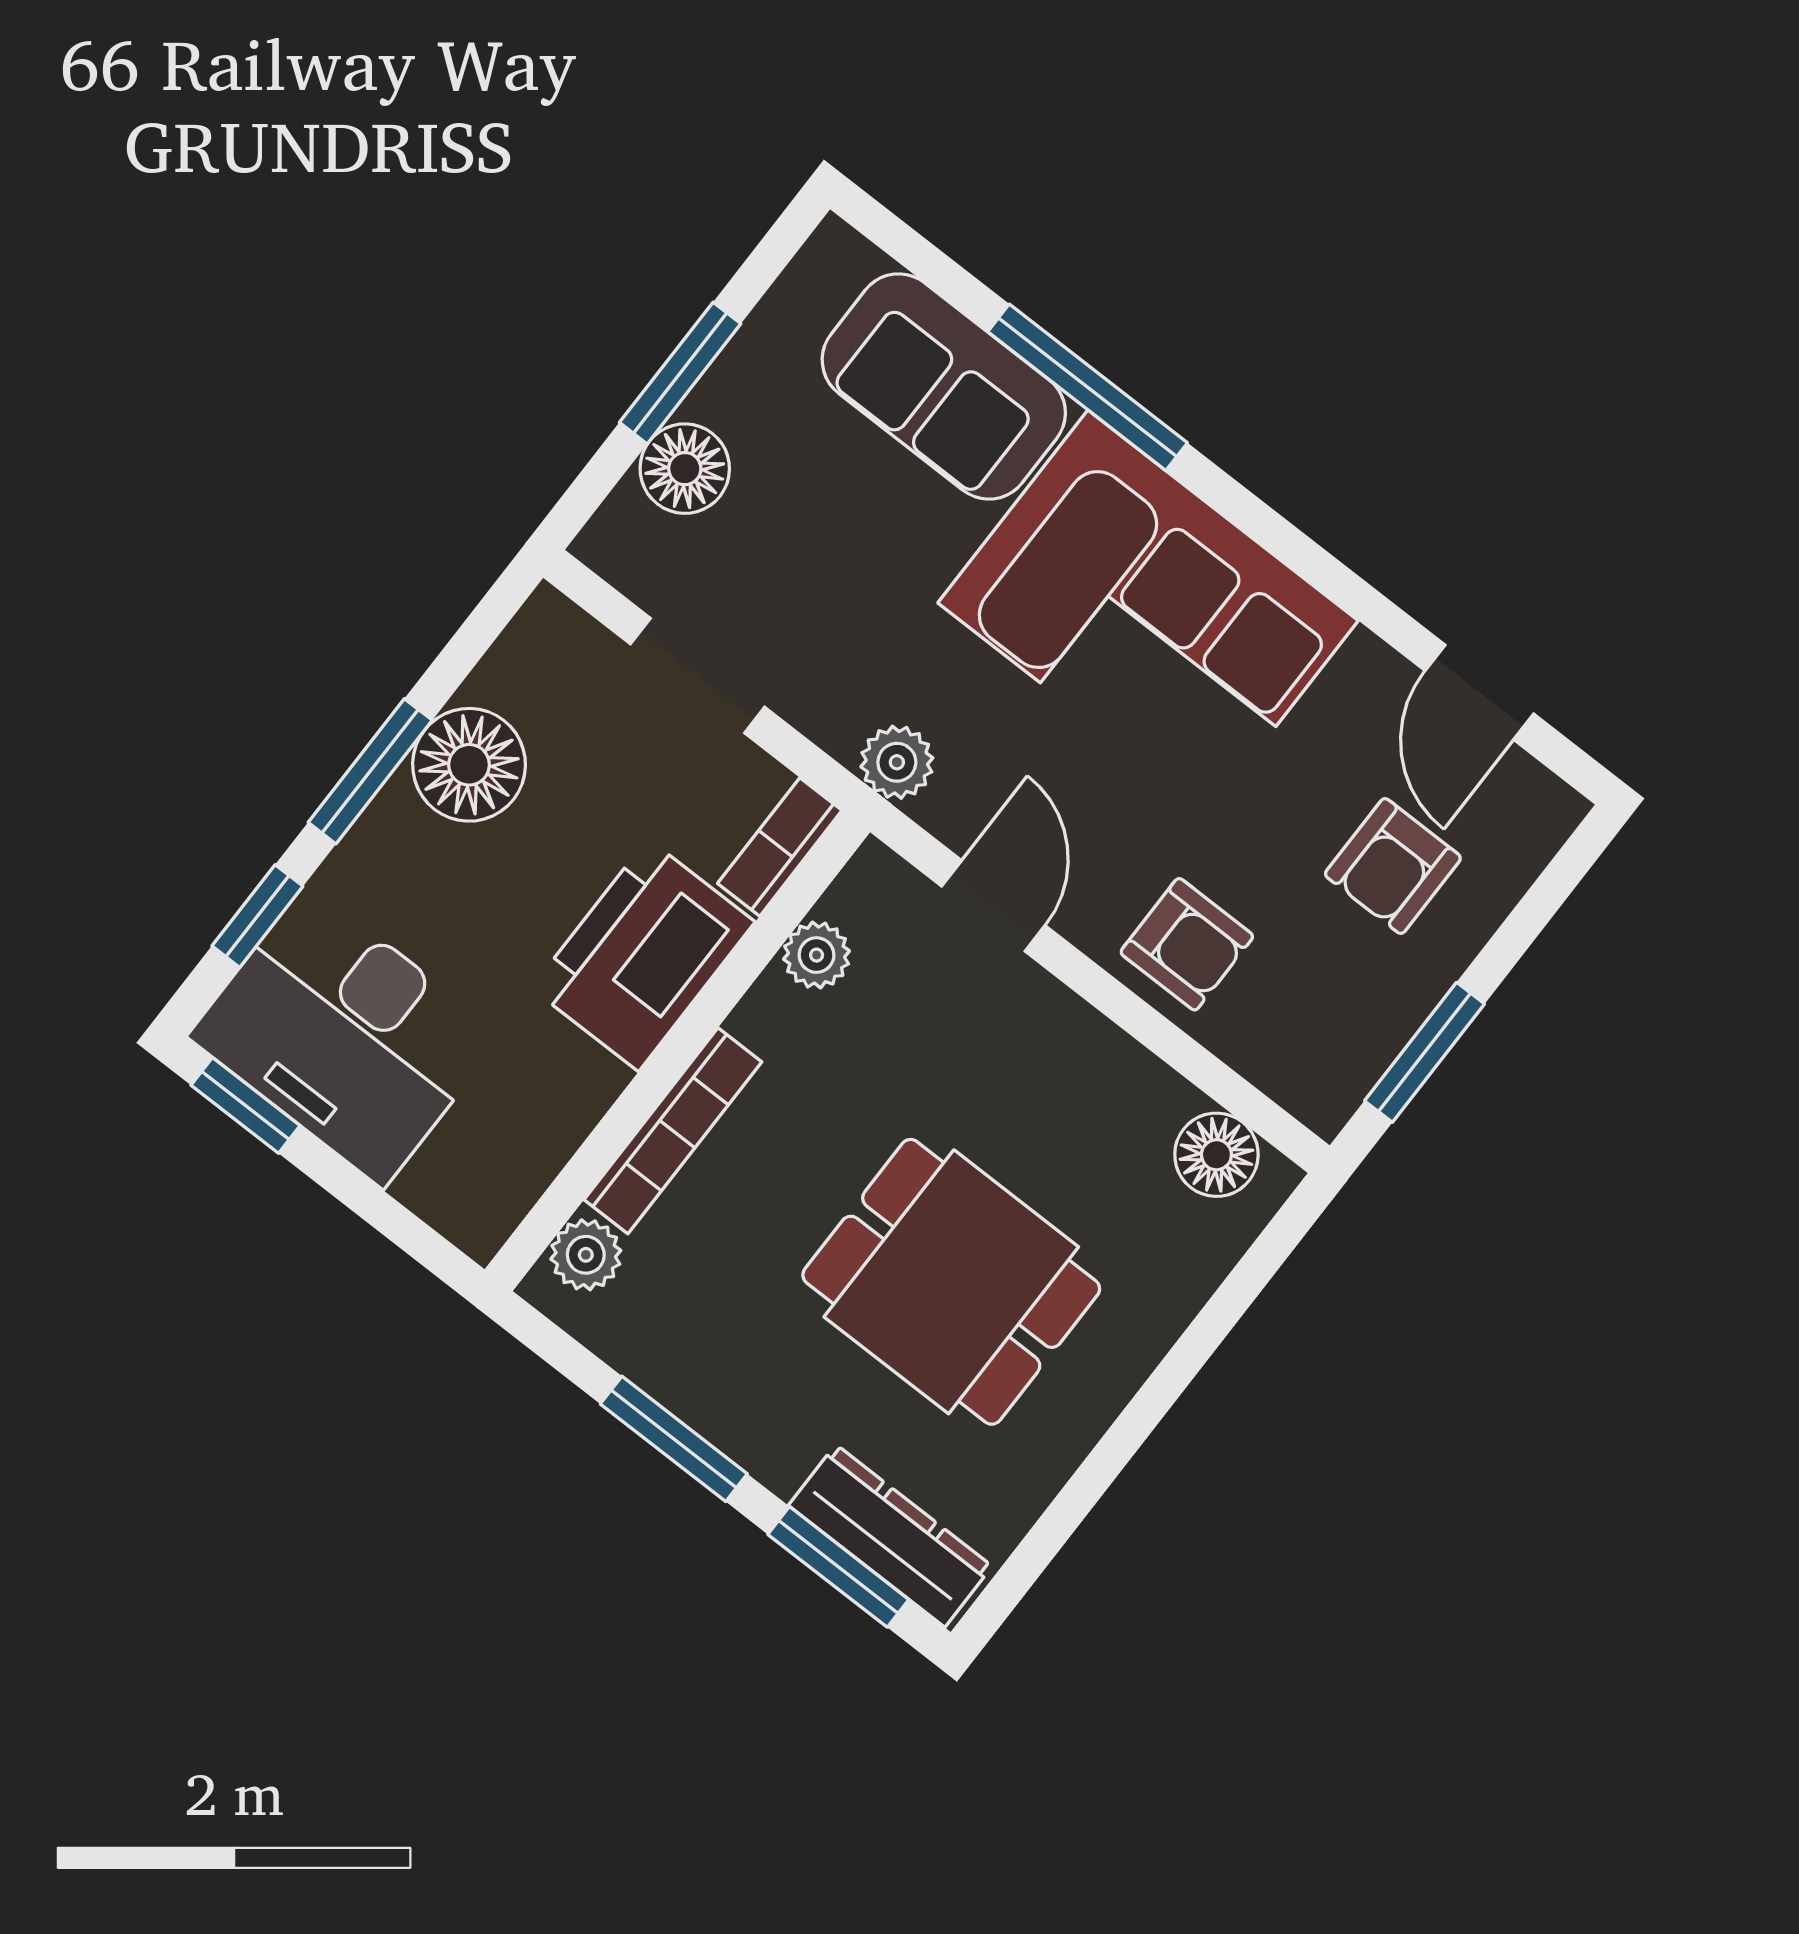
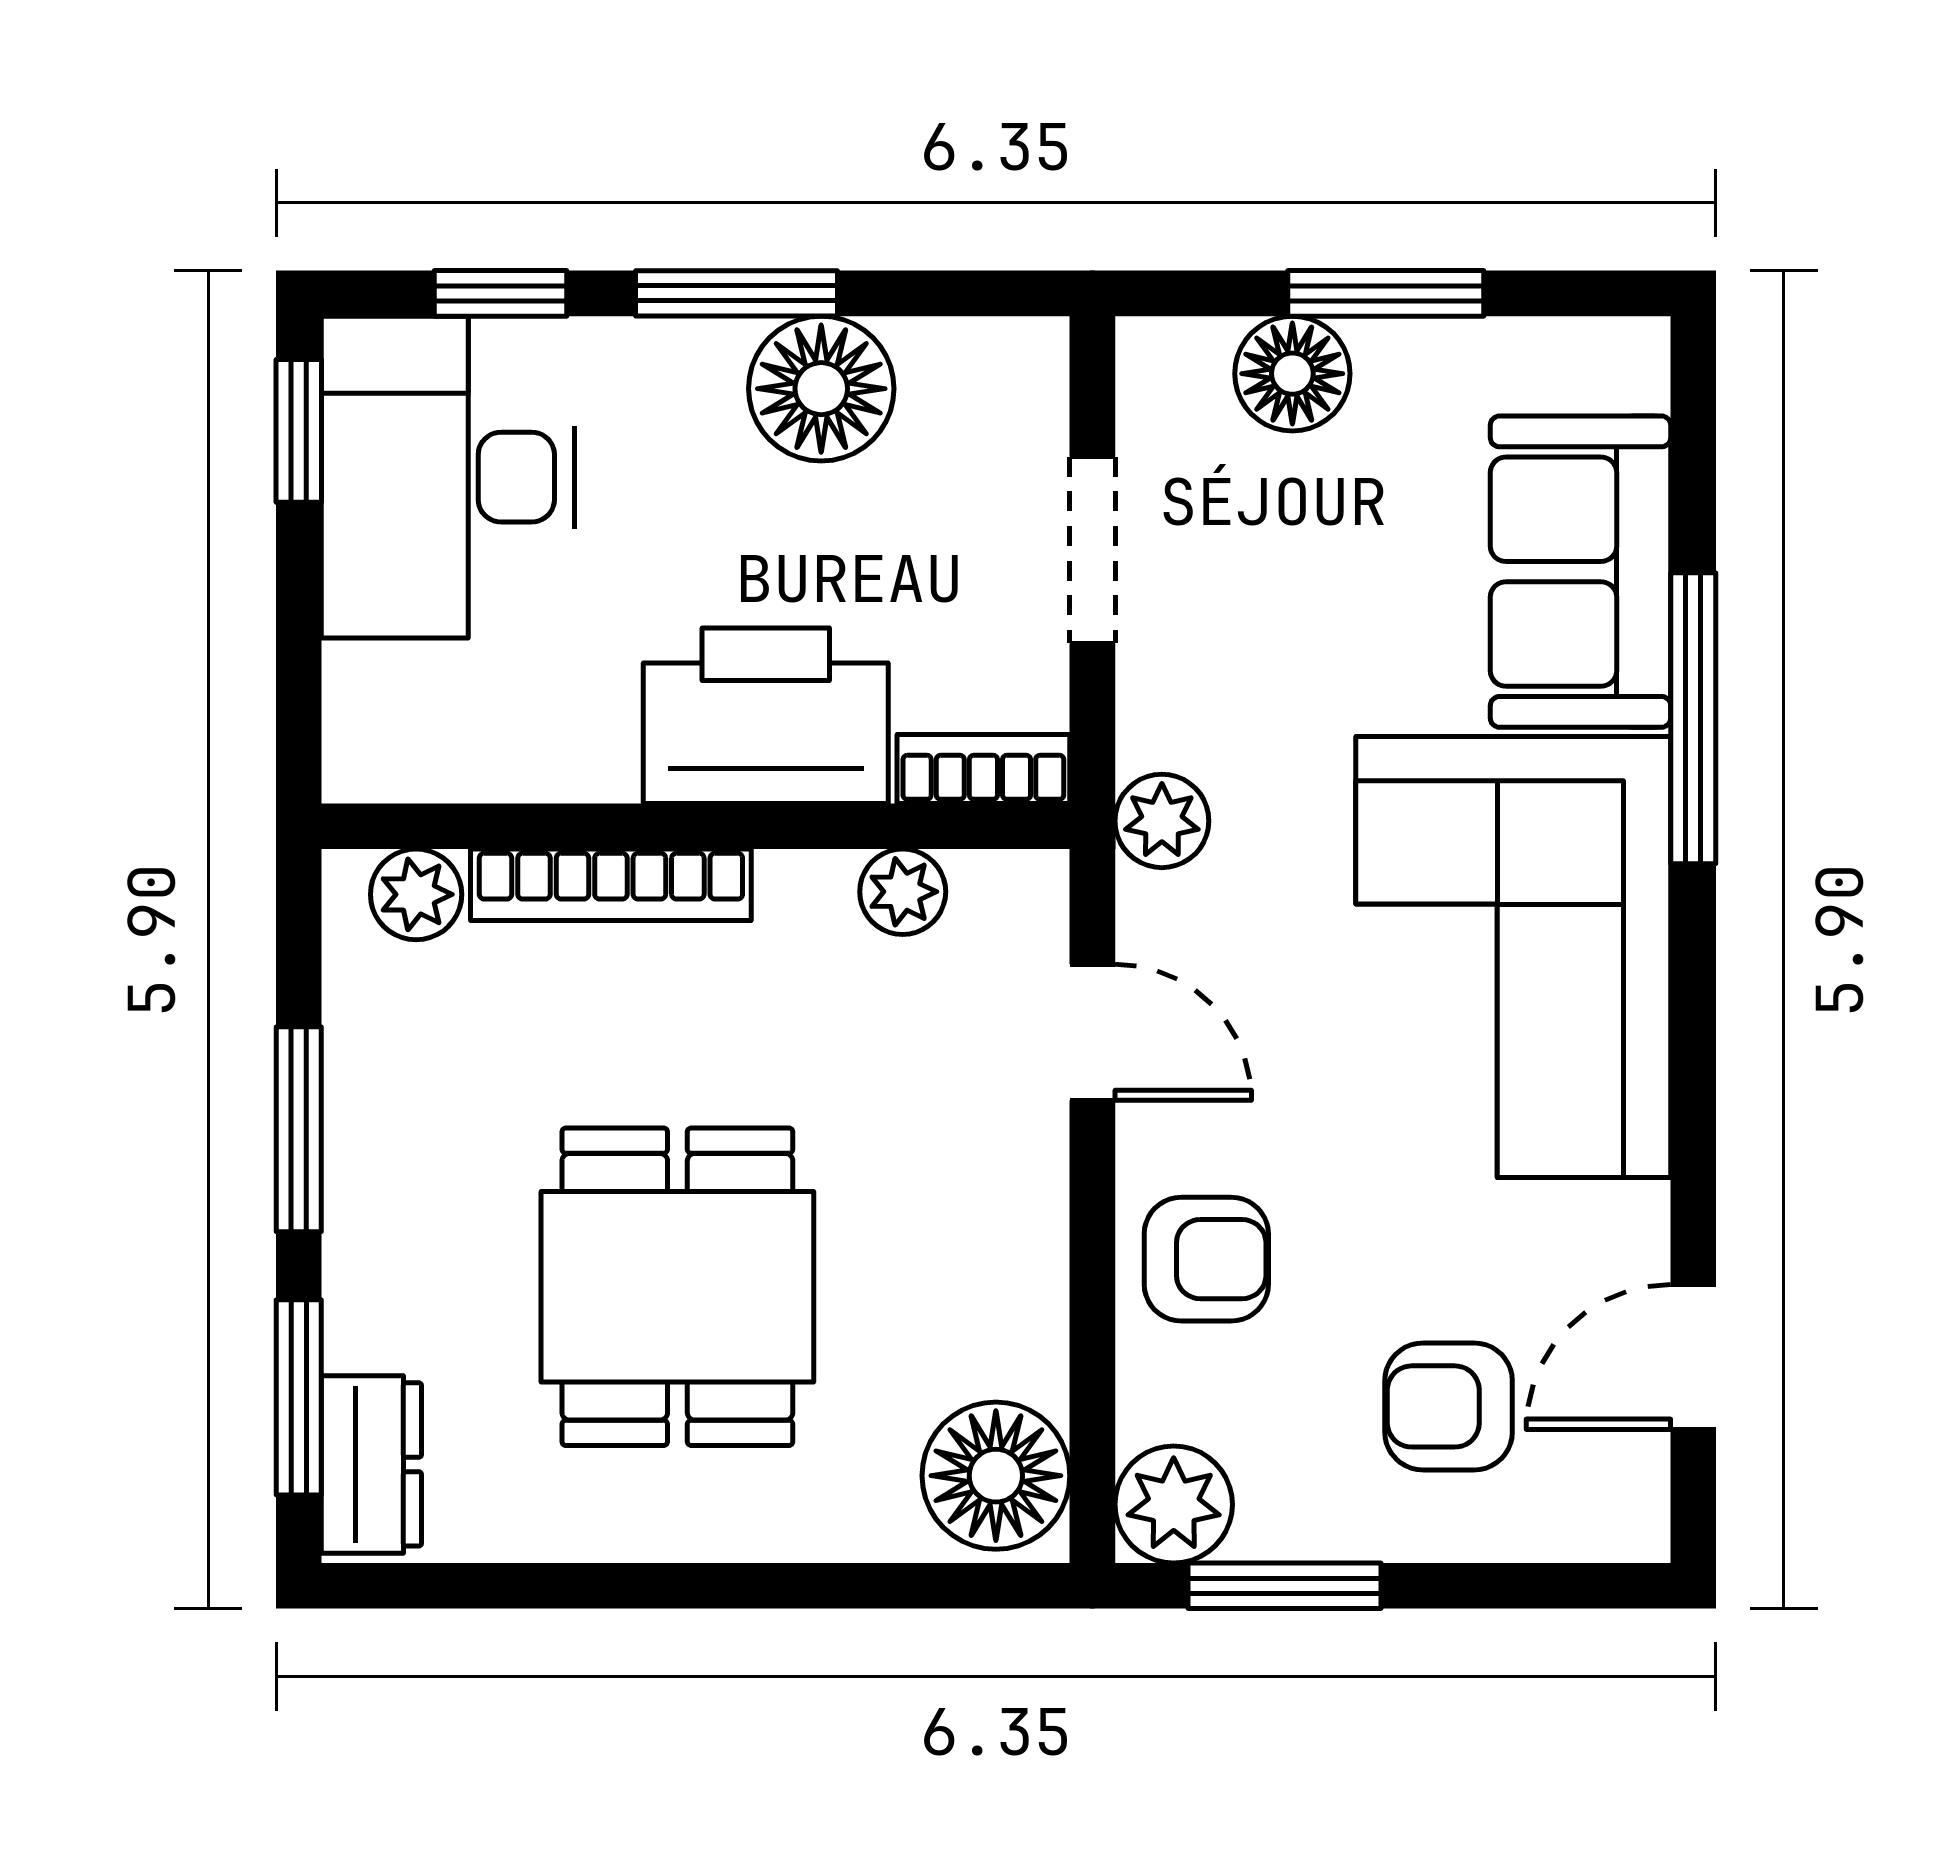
door: (993, 906) -> (1092, 1032), hinge flipped
armchair: (1187, 944) -> (1206, 1259), turned -90
plant: (1322, 1081) -> (1174, 1504), added
floor lamp: (1216, 1155) -> (996, 1476), width x1.38, depth x1.38
dresser: (890, 1536) -> (371, 1464), width x0.70

